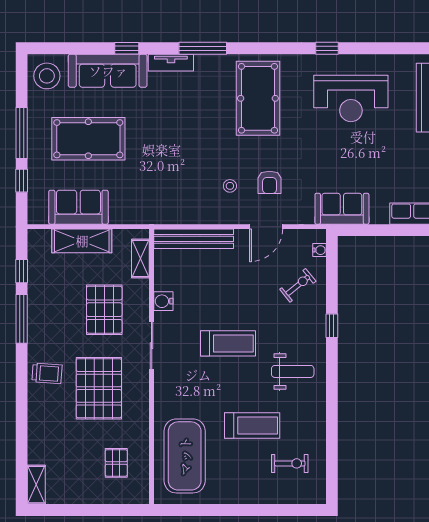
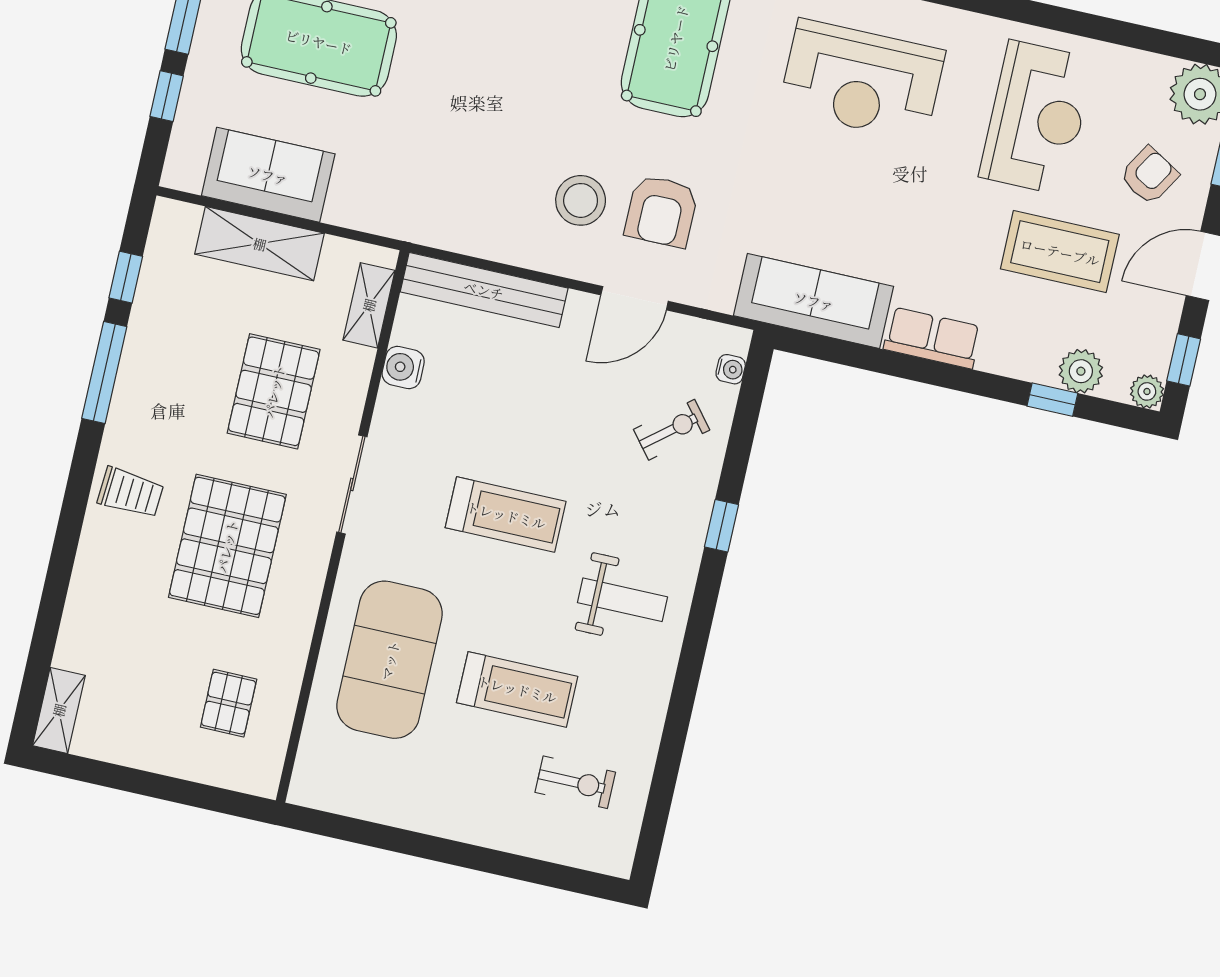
armchair: (270, 182) -> (661, 211), width x1.38, depth x1.38
stool: (230, 186) -> (581, 200), width x1.89, depth x1.89
sofa: (342, 209) -> (814, 301), width x1.36
water cooler: (163, 301) -> (403, 367), moved
exercise mat: (185, 456) -> (390, 660), moved

